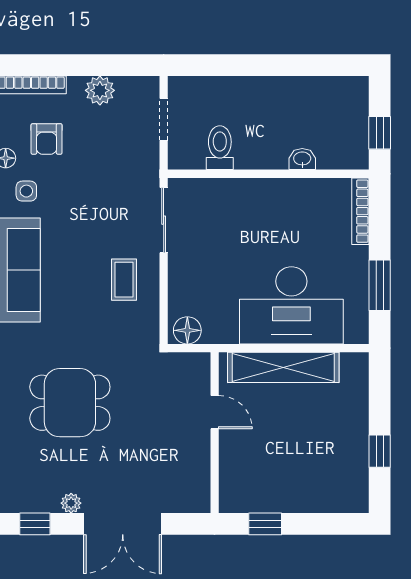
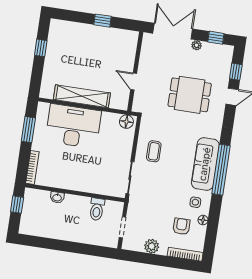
door: (215, 412) -> (134, 82), moved
wall: (215, 433) -> (135, 71), moved

